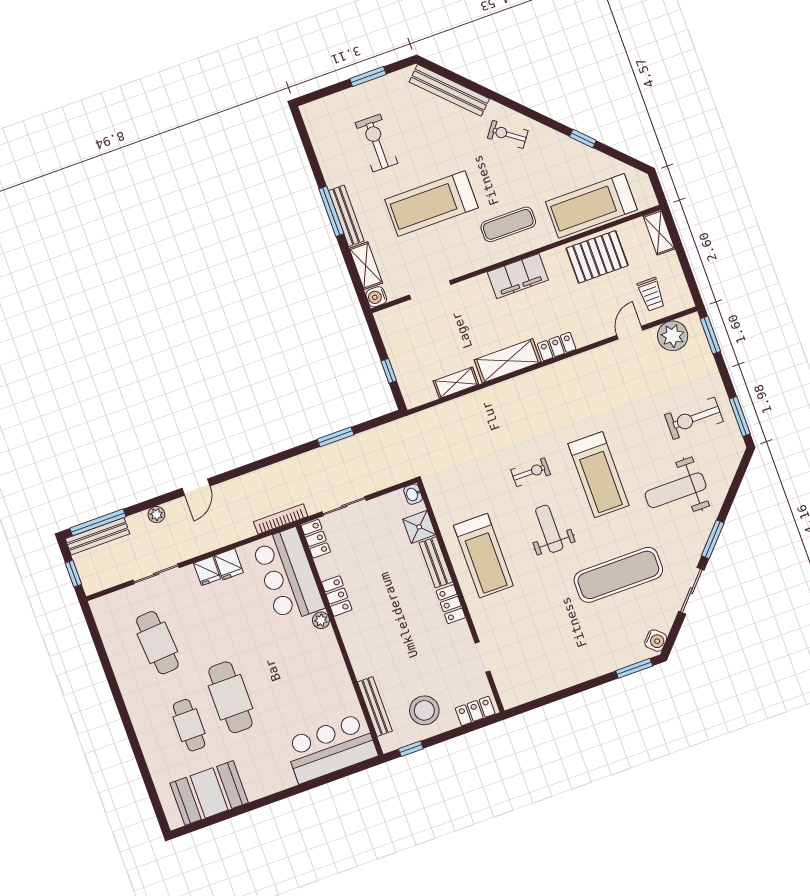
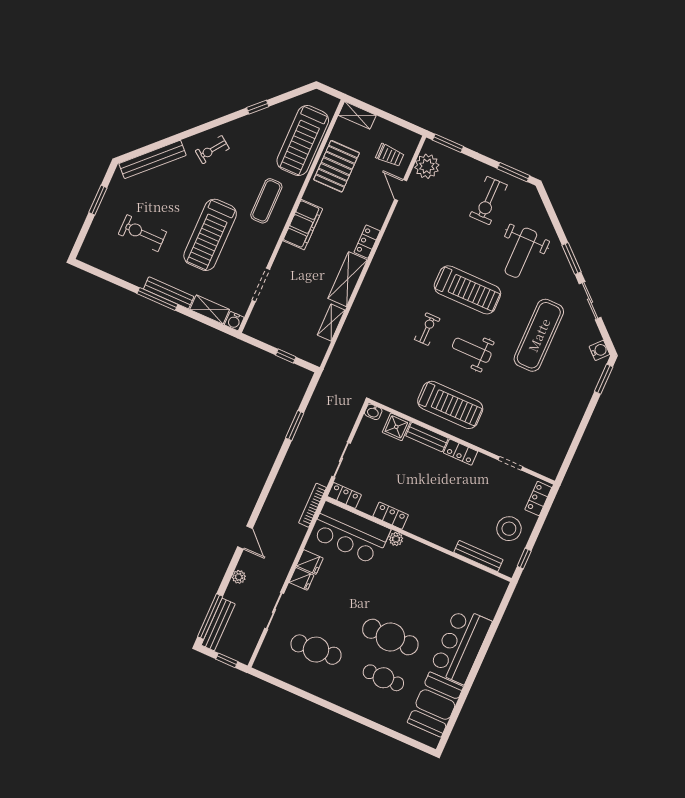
bar counter: (331, 748) -> (461, 646), moved

